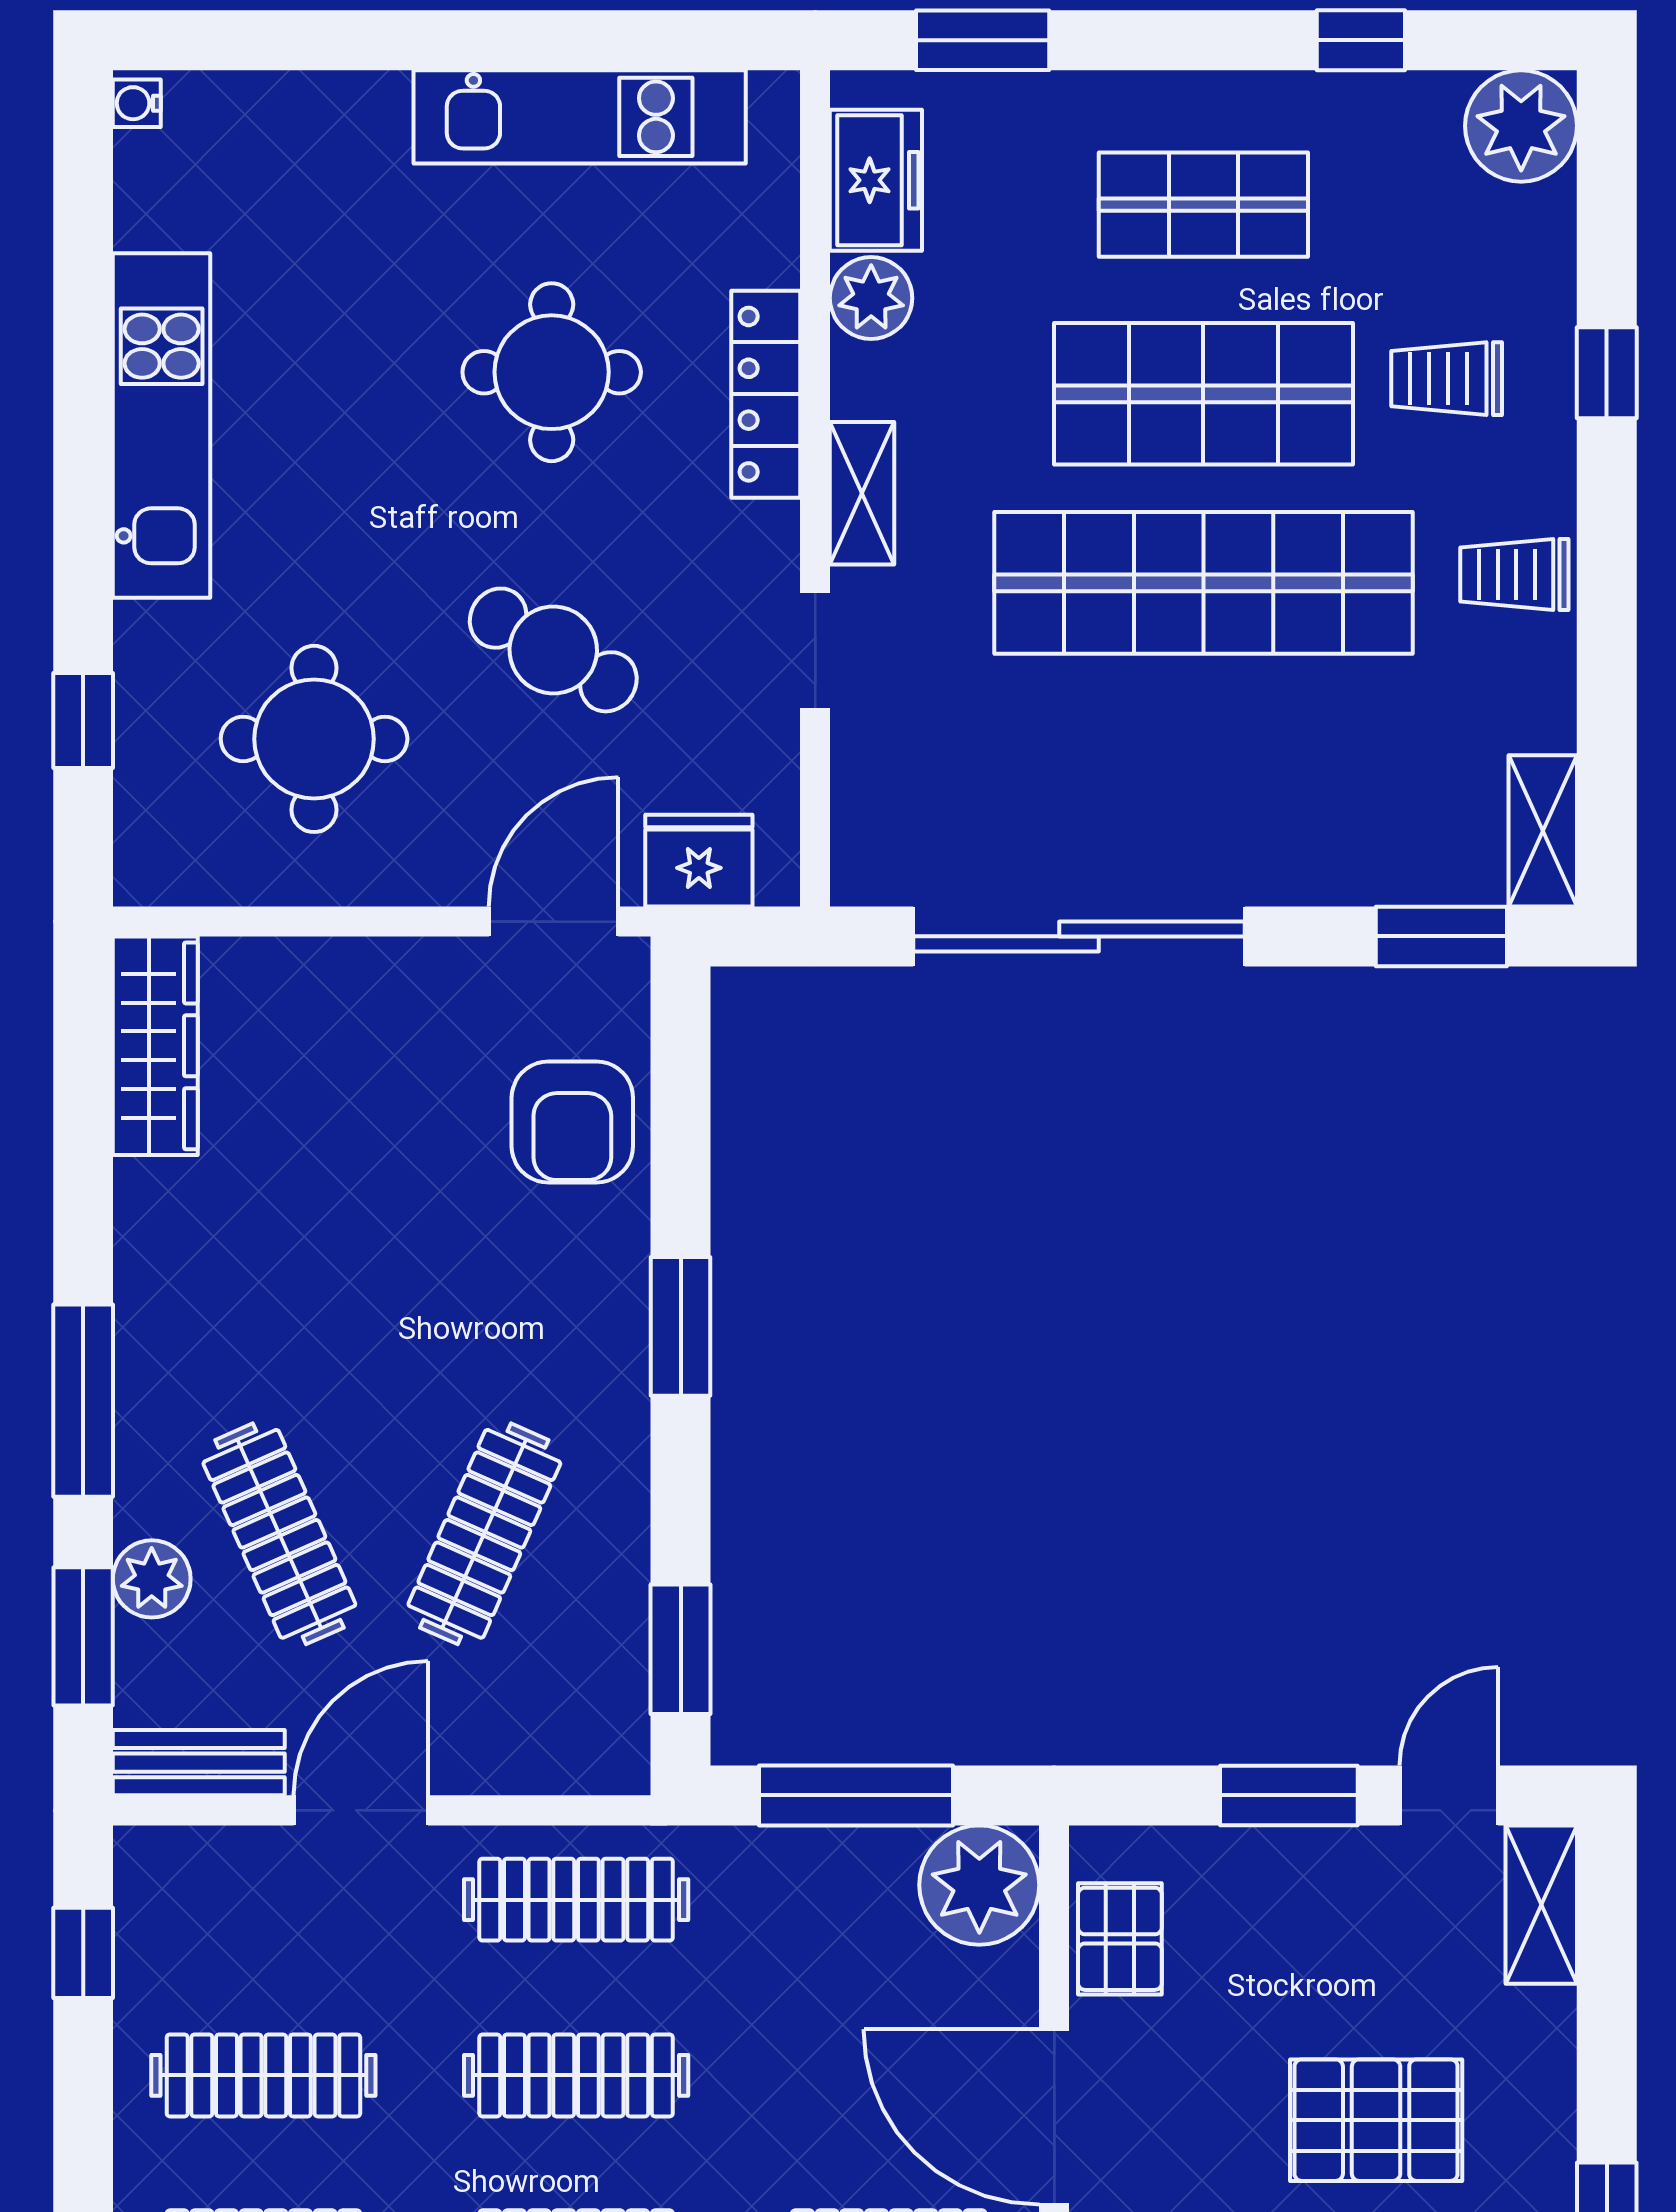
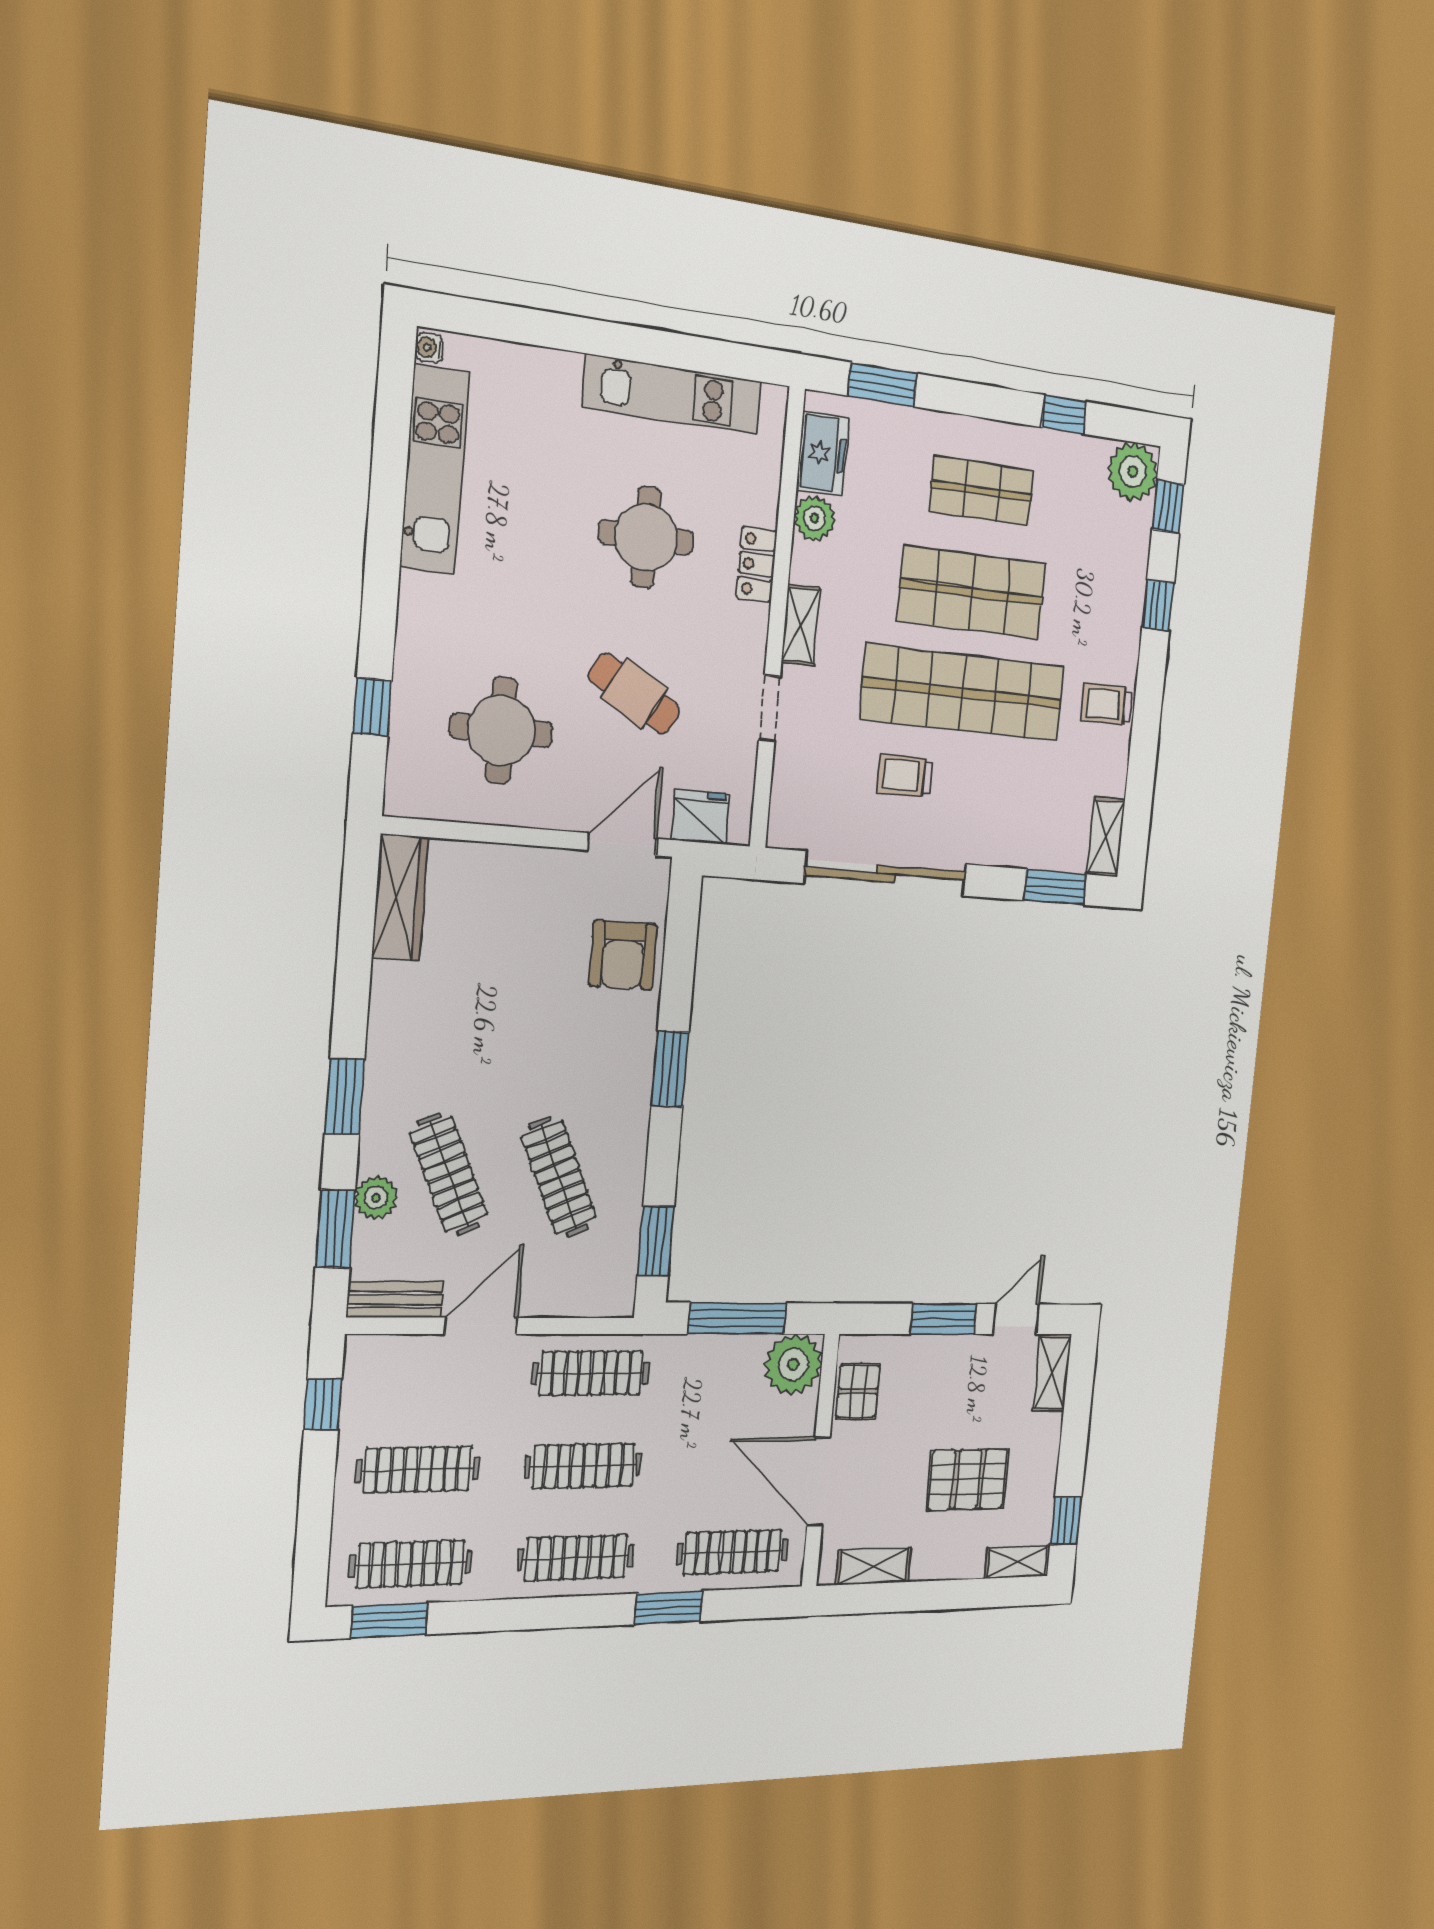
window: (1607, 182) -> (1168, 507), added
trolley: (1447, 379) -> (905, 776), moved
locker: (766, 394) -> (757, 564), width x0.66
kitchen unit: (162, 426) -> (435, 469), moved
window: (83, 1401) -> (345, 1097), width x0.69
clothes rail: (484, 1534) -> (559, 1177), turned -48

